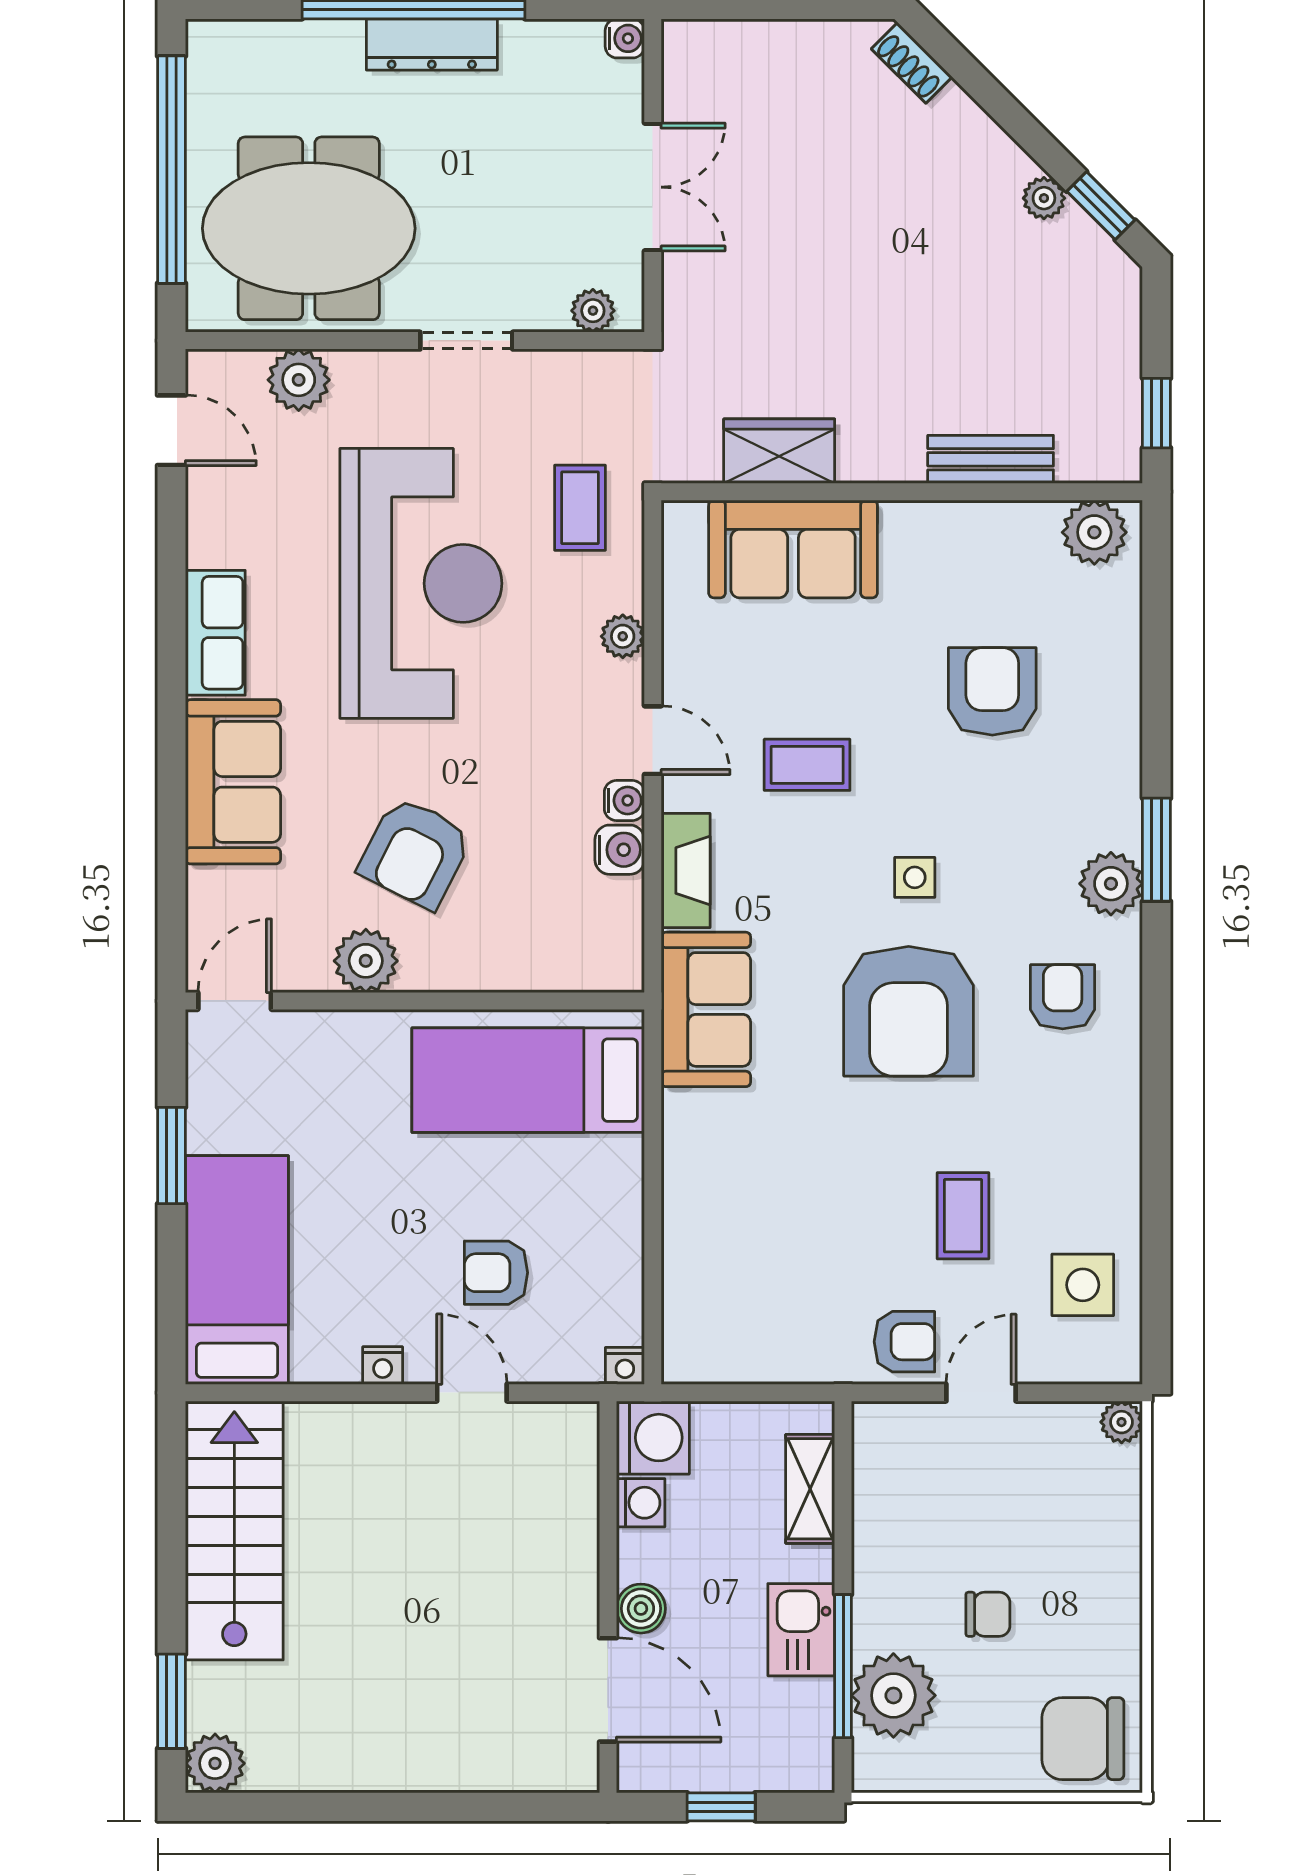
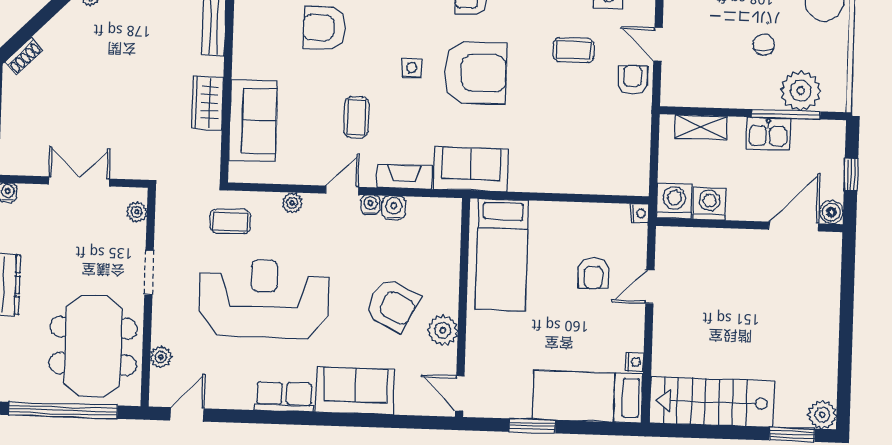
plant: (299, 380) -> (161, 357), width x0.73, depth x0.73
wardrobe: (779, 451) -> (207, 103), moved
nightstand: (383, 1366) -> (634, 362), moved
washing machine: (641, 1503) -> (709, 204), width x1.38, depth x1.38
boiler: (641, 1609) -> (831, 212), moved

